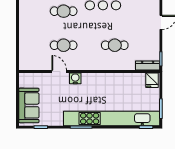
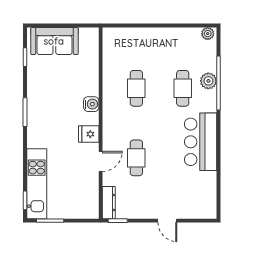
door: (59, 72) -> (101, 161), moved
fridge: (152, 80) -> (89, 134), moved
kitchen unit: (112, 119) -> (37, 184), width x0.54

